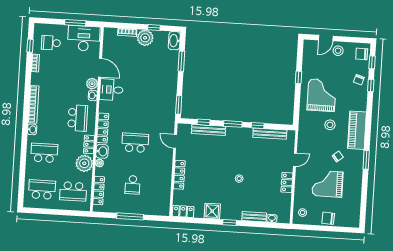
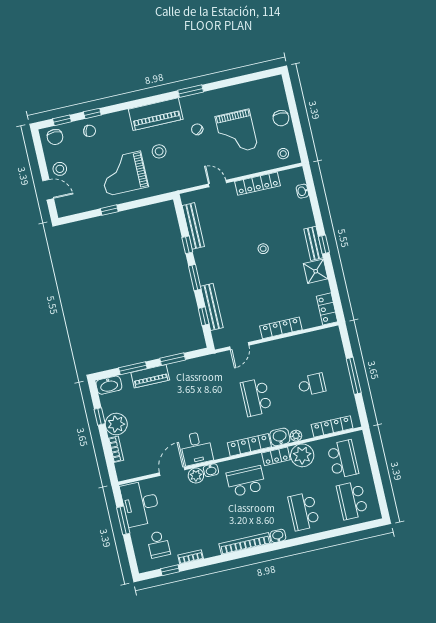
piano: (172, 72) -> (150, 376), added
window: (179, 105) -> (173, 359), moved
locker: (287, 182) -> (257, 184), width x1.53
bench: (254, 217) -> (313, 243), moved

